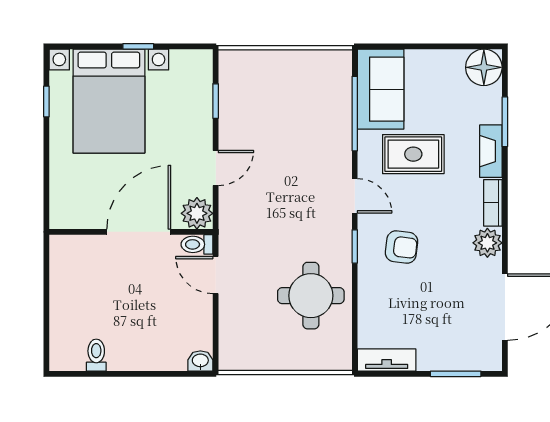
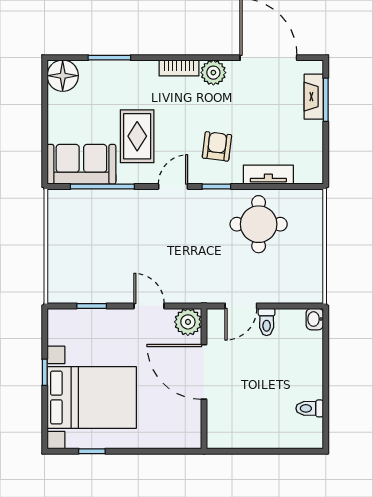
fireplace: (491, 151) -> (314, 97), moved, turned 90
toilet: (197, 244) -> (267, 322), moved
tv unit: (387, 360) -> (268, 175), moved, turned 90

